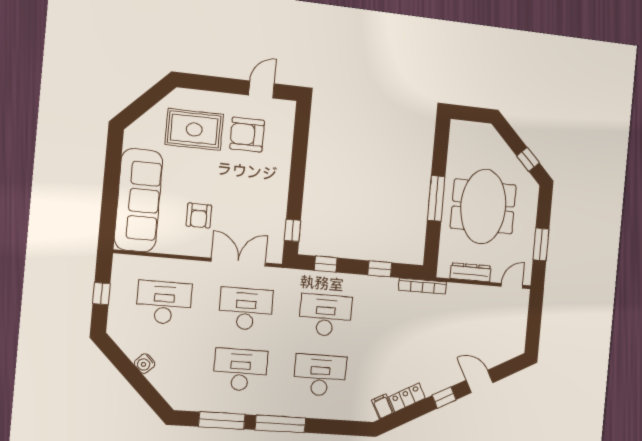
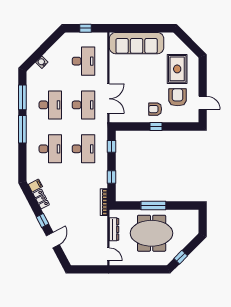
armchair: (199, 216) -> (155, 109), moved
window: (292, 230) -> (156, 127), moved
window: (541, 244) -> (133, 269), removed
water cooler: (145, 364) -> (42, 62), moved

